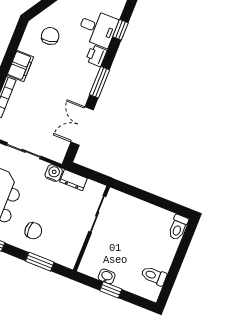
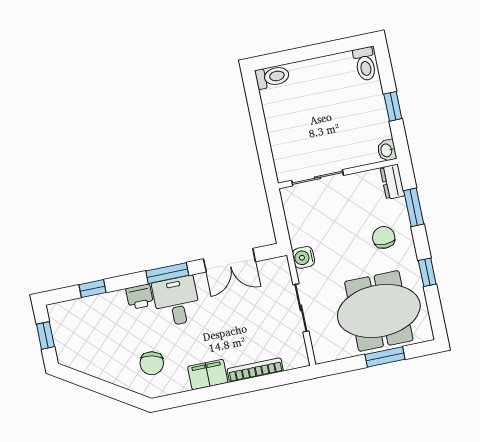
desk: (98, 28) -> (177, 301), moved
chair: (50, 36) -> (152, 363), turned -65
dresser: (73, 180) -> (392, 182), moved, turned 180
washbasin: (107, 276) -> (387, 150), moved
toilet: (154, 276) -> (365, 64), moved

